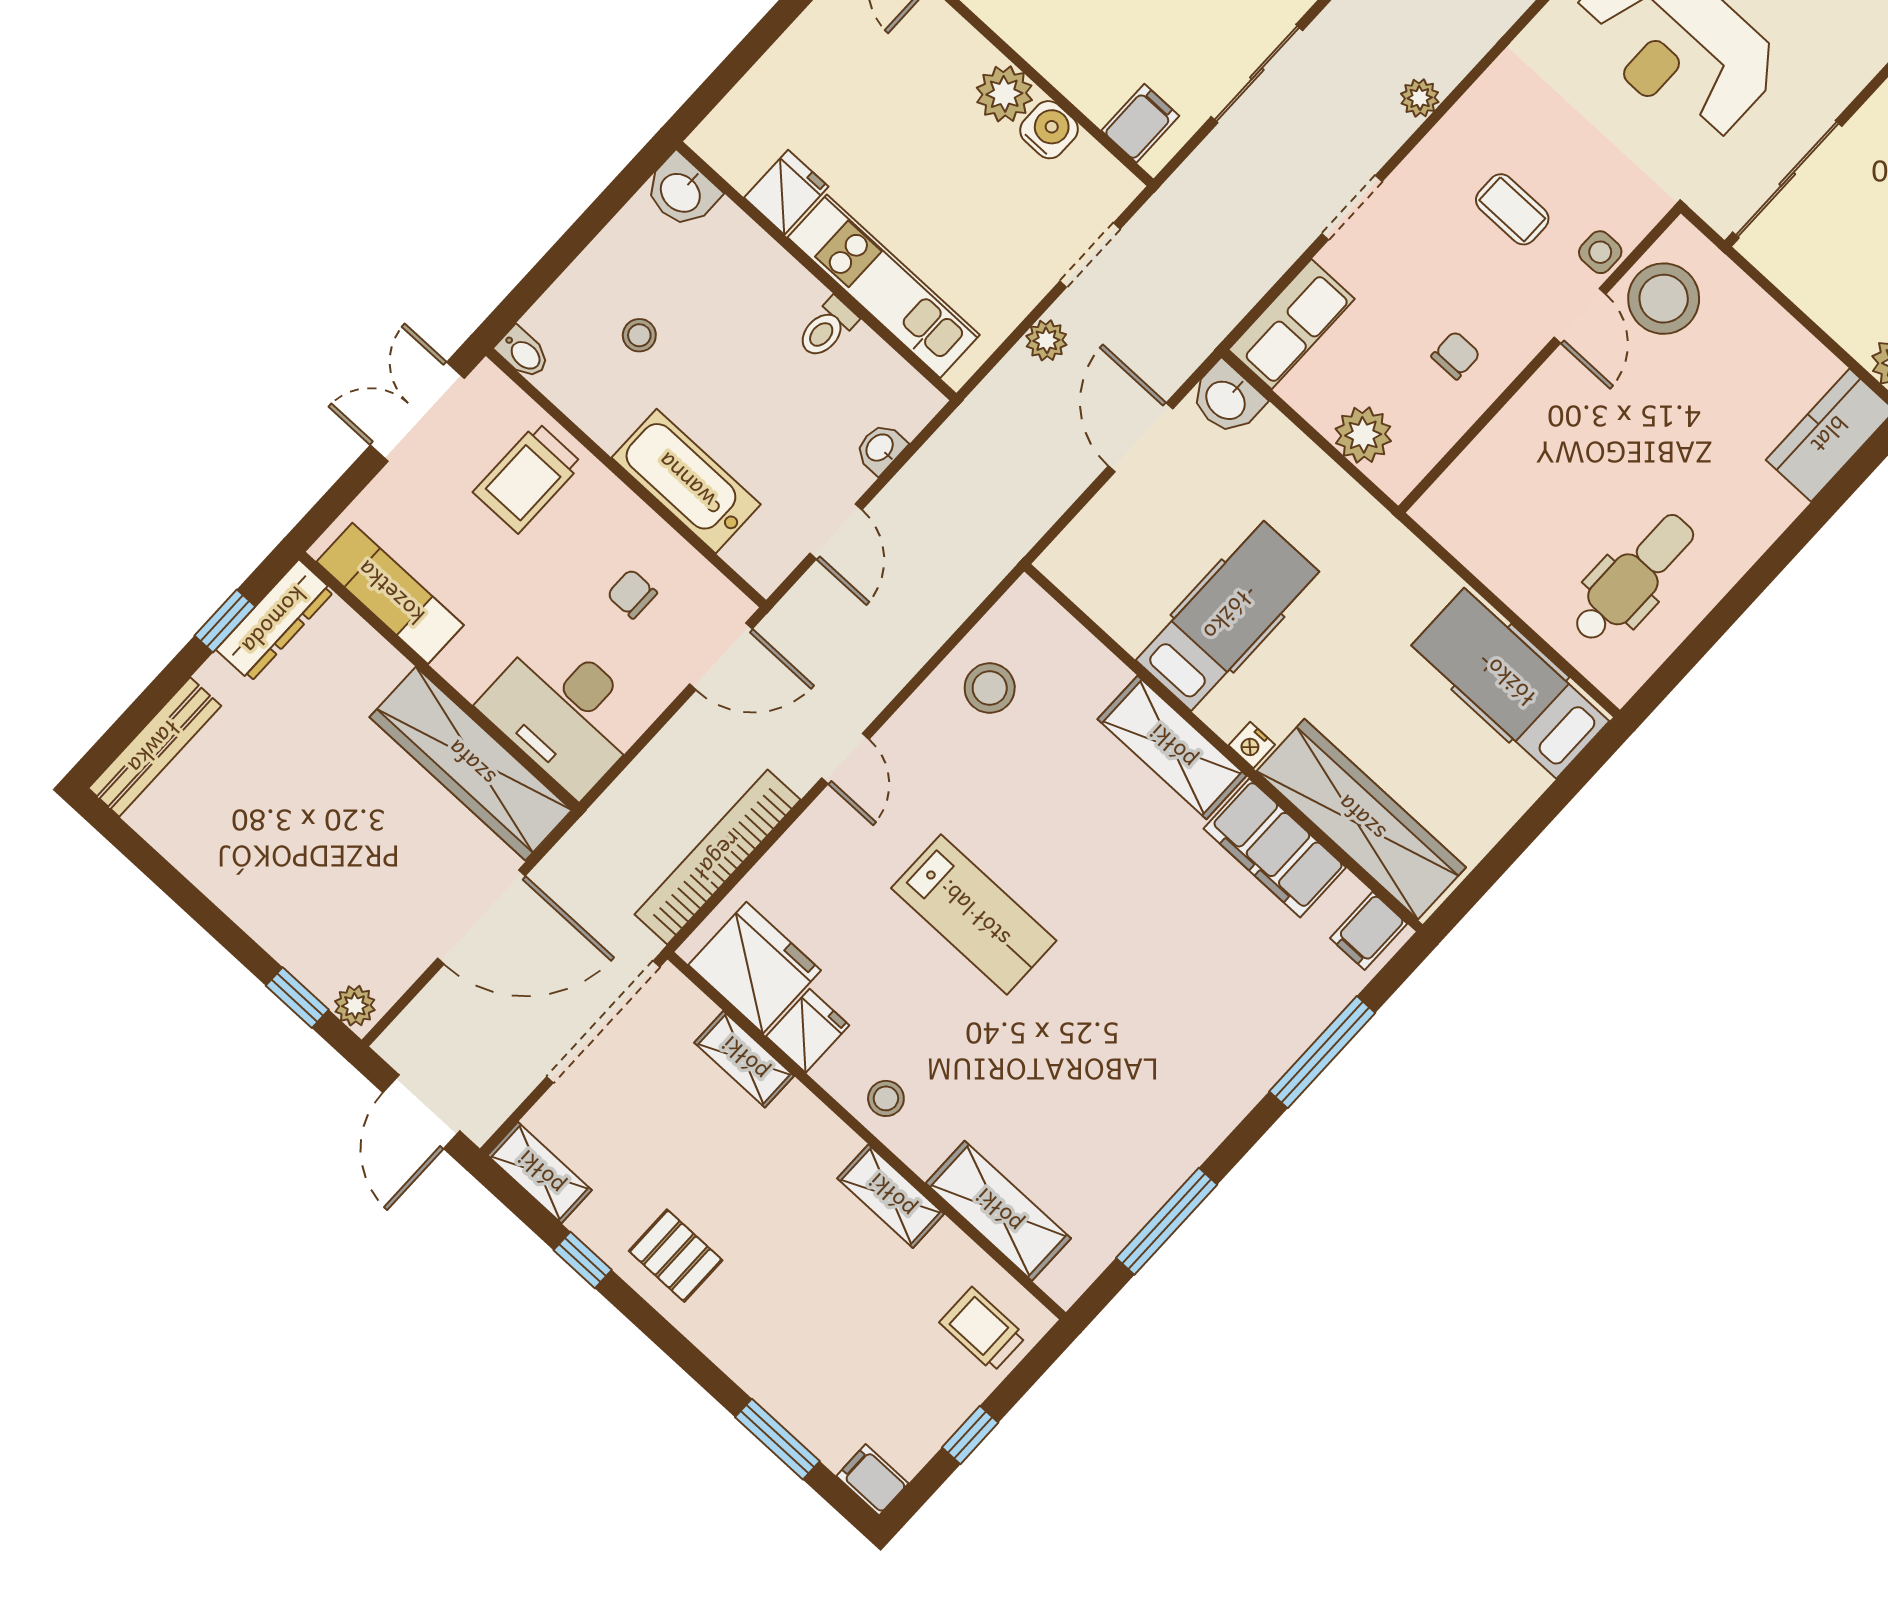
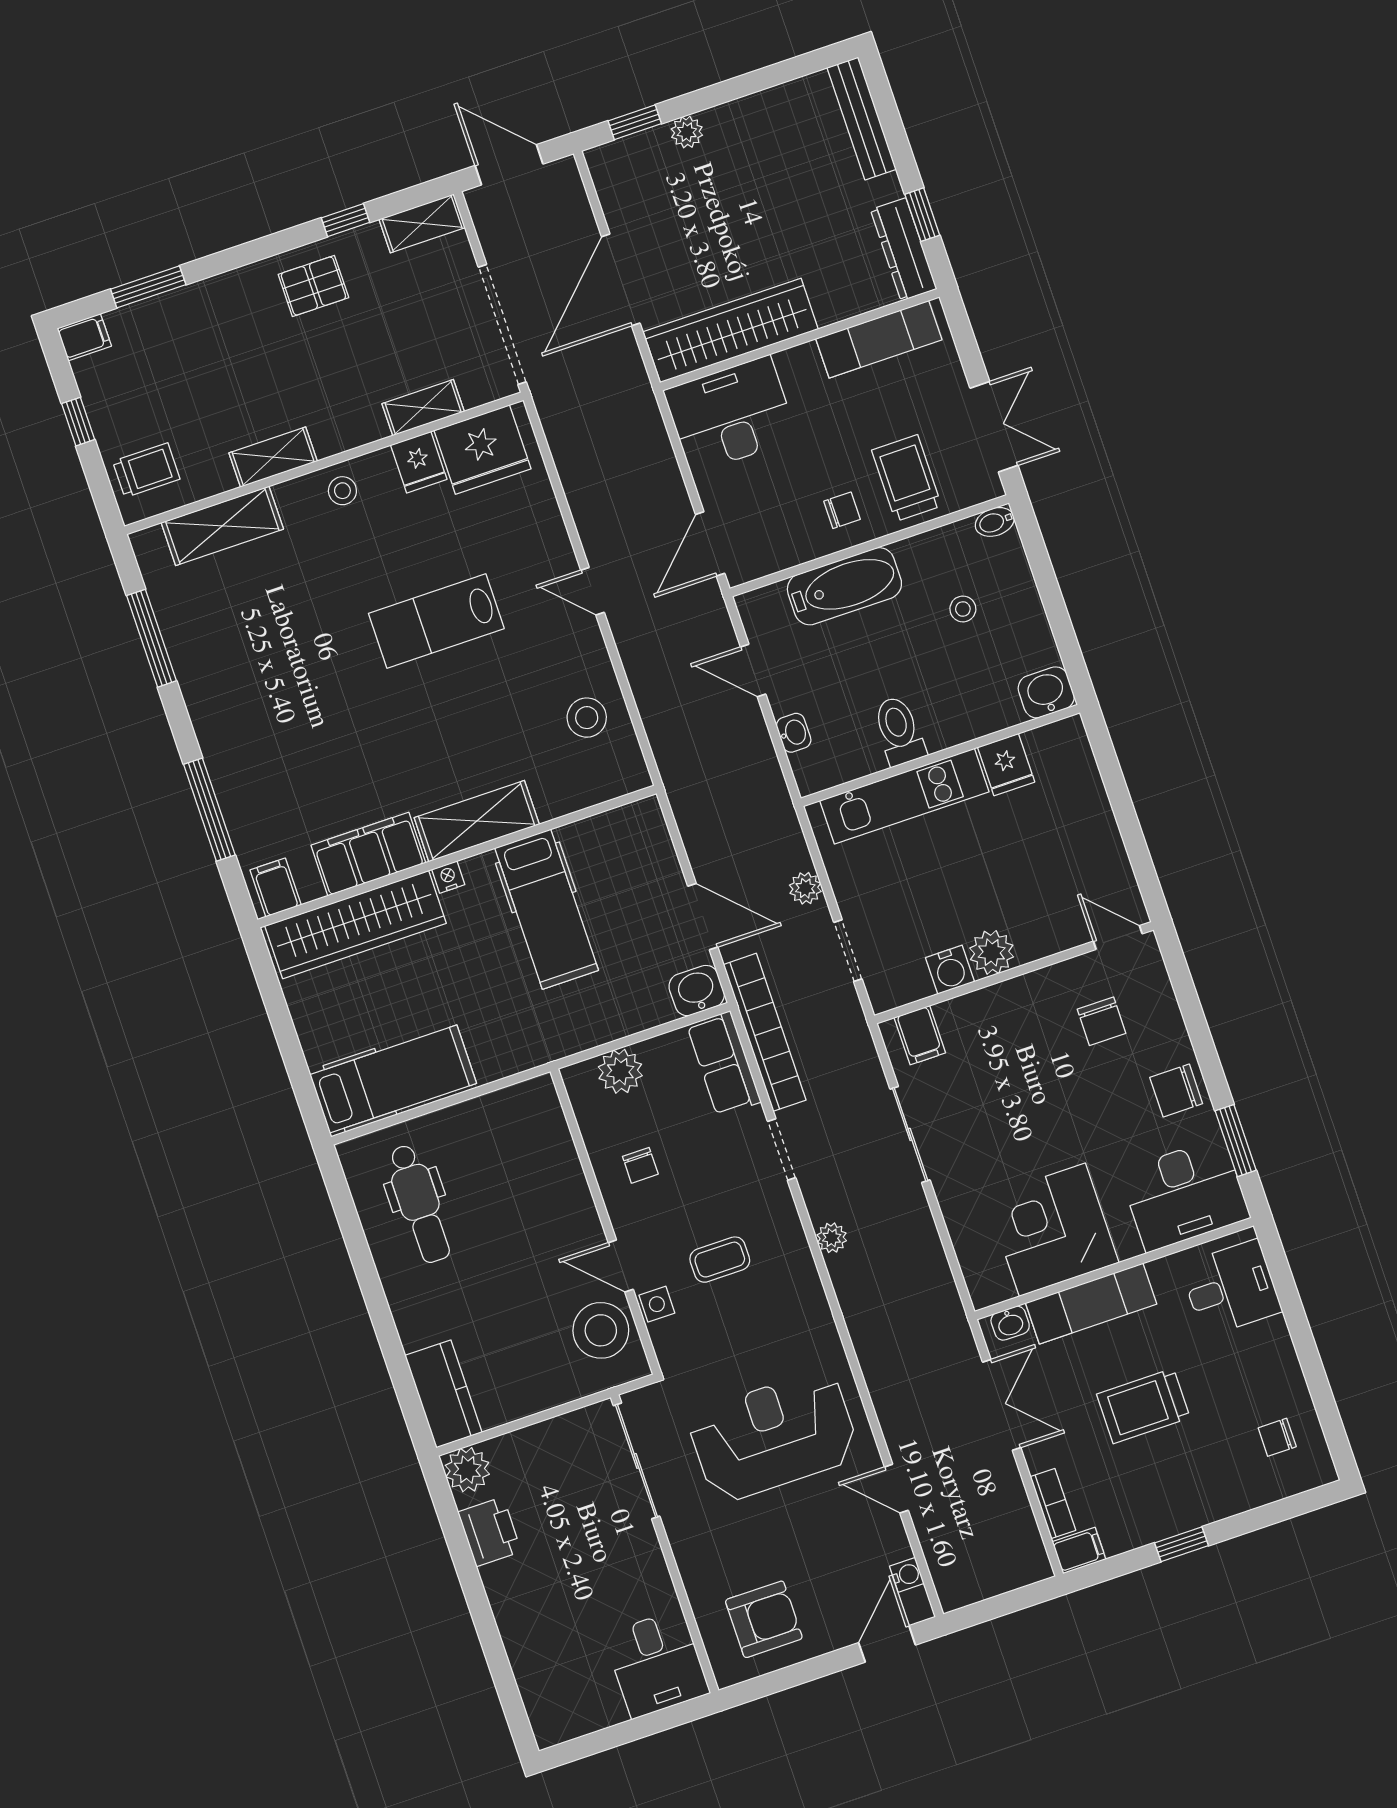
toilet: (827, 328) -> (899, 731), width x1.37, depth x1.39
chair: (632, 594) -> (842, 510), moved
bookcase: (718, 857) -> (765, 1032), moved
plant: (355, 1006) -> (687, 132), moved

